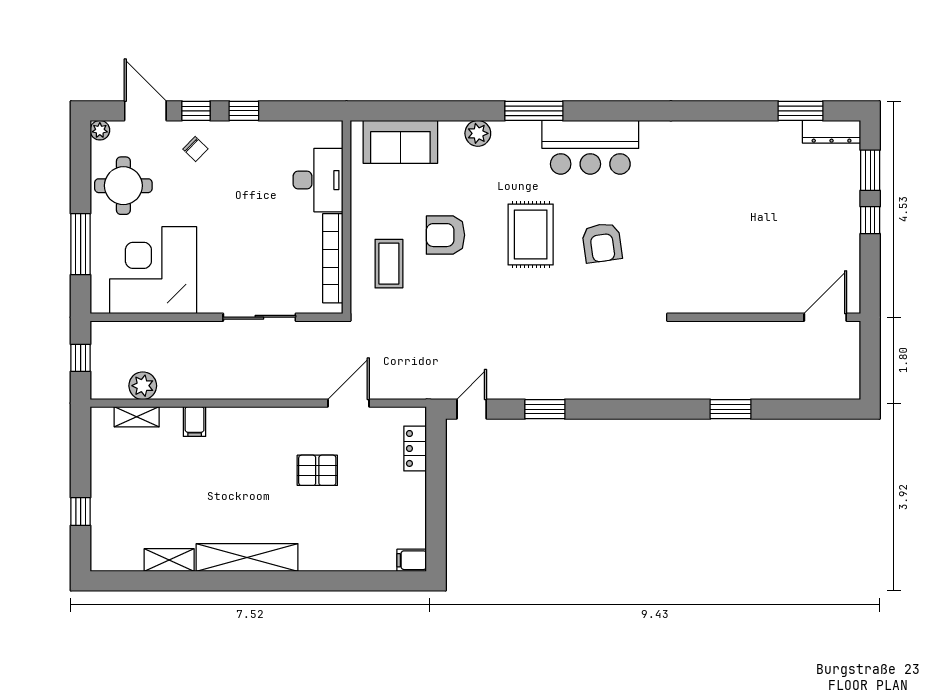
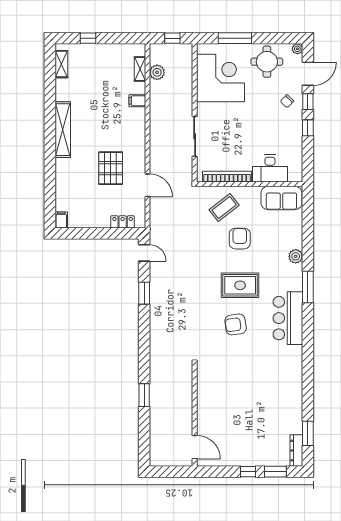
sofa: (400, 142) -> (281, 198), moved, turned -90
coffee table: (389, 264) -> (224, 207), turned -38
pallet: (317, 470) -> (111, 168), width x1.50, depth x1.42
shelving: (169, 560) -> (61, 64), moved

